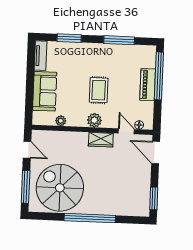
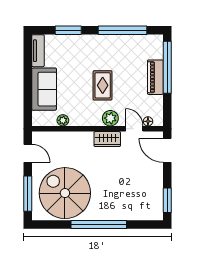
window: (119, 40) -> (123, 30), width x1.46
plant: (94, 120) -> (110, 118), moved

